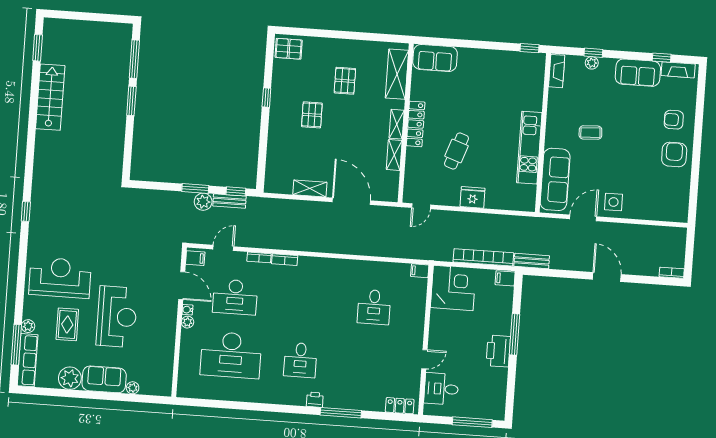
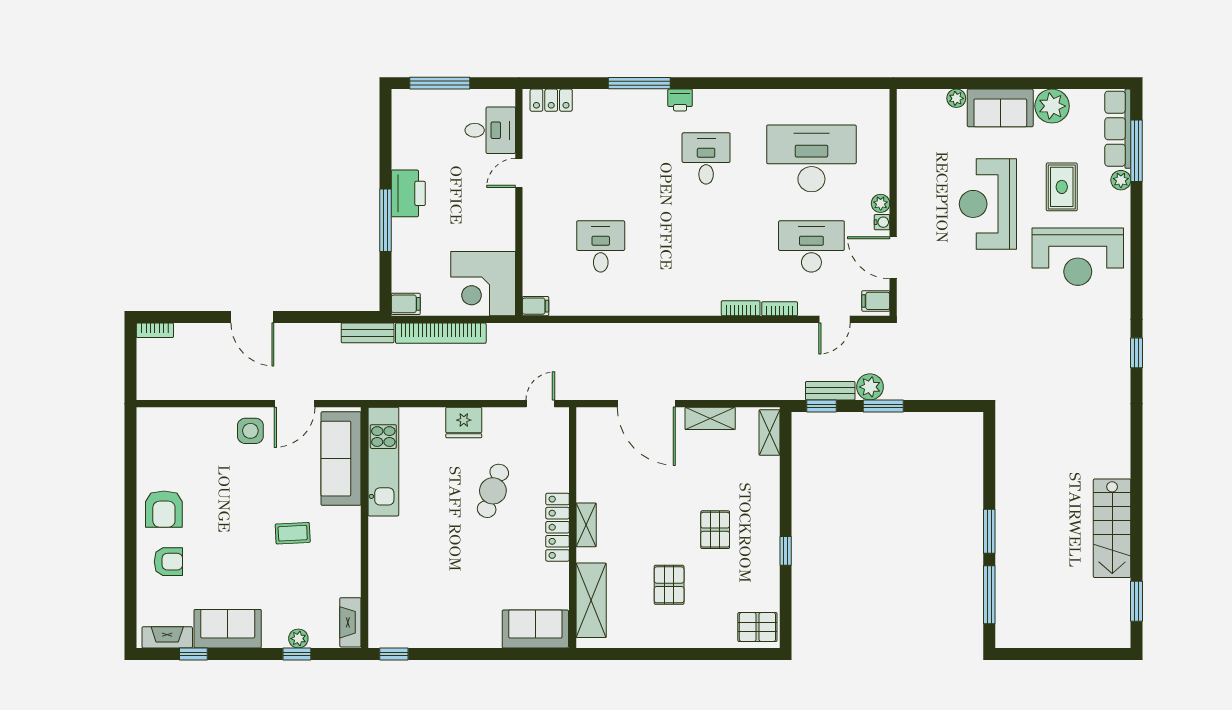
kitchen unit: (529, 148) -> (383, 462), moved
shelving: (394, 155) -> (769, 432), moved

